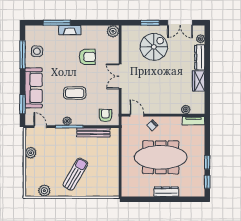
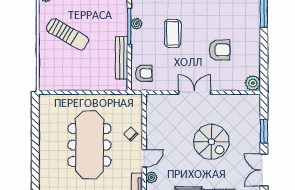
fireplace: (70, 30) -> (254, 27), removed
spiral stairs: (154, 47) -> (211, 142), moved
armchair: (87, 57) -> (220, 50), turned -90
door: (137, 115) -> (144, 158), moved
dresser: (166, 192) -> (45, 152), removed

